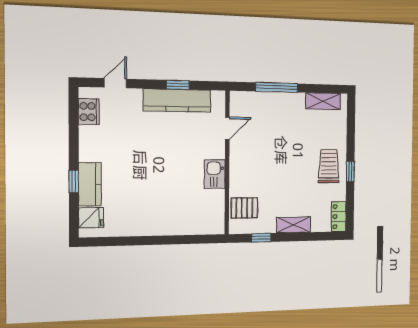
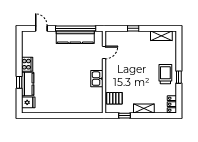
door: (115, 83) -> (41, 28), hinge flipped
window: (178, 85) -> (76, 28), width x3.17
window: (277, 87) -> (133, 28), width x0.46
cooker: (89, 112) -> (27, 64), moved

